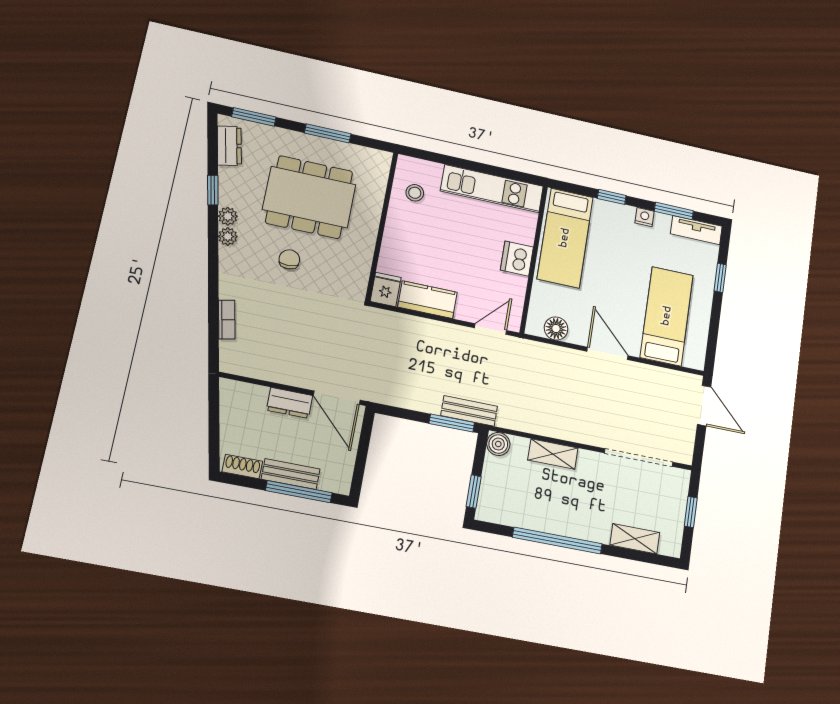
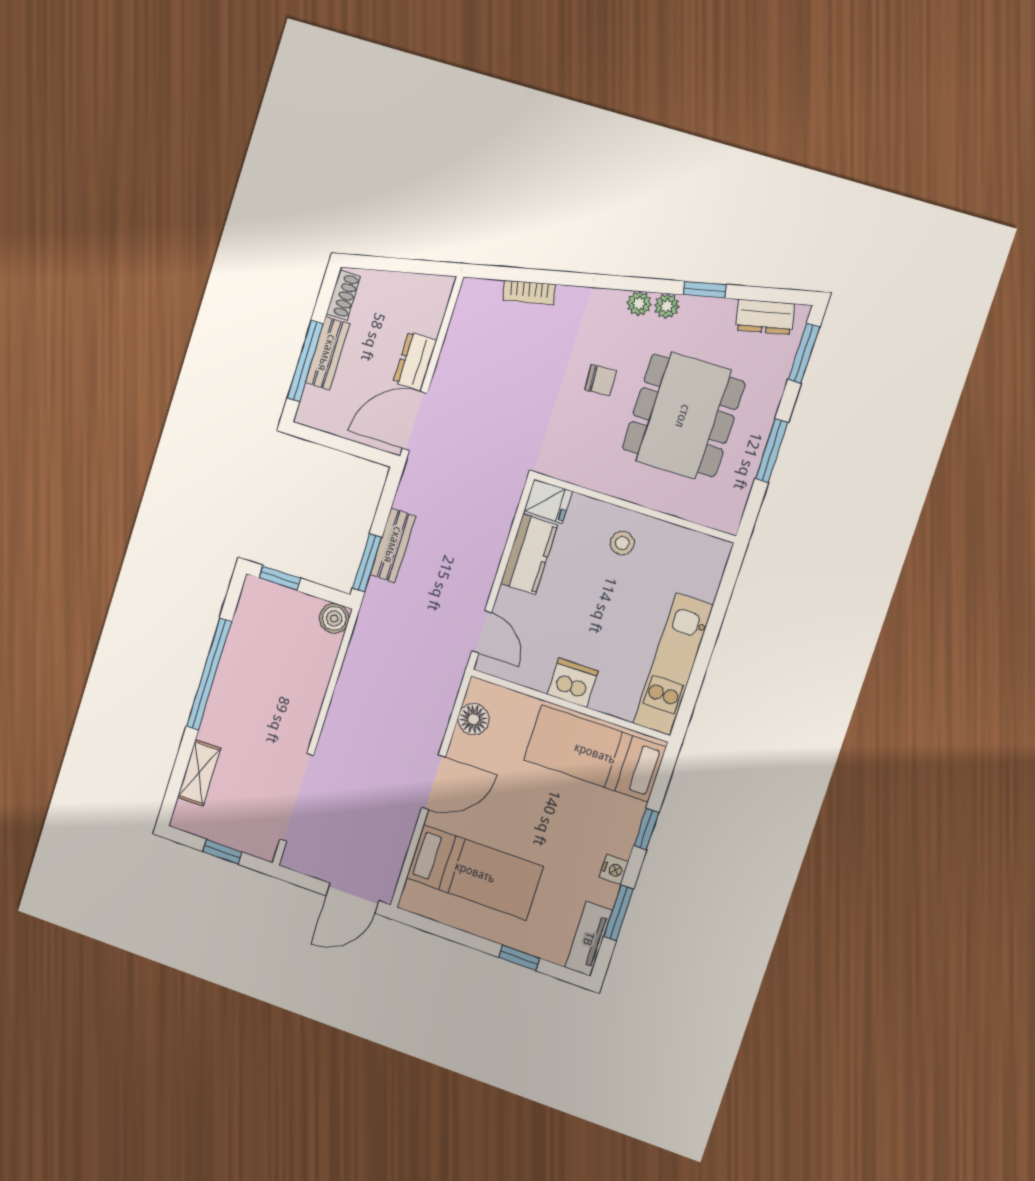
stool: (415, 193) -> (622, 543), moved
bench: (469, 411) -> (393, 545), moved
shelving: (553, 454) -> (314, 687), removed

